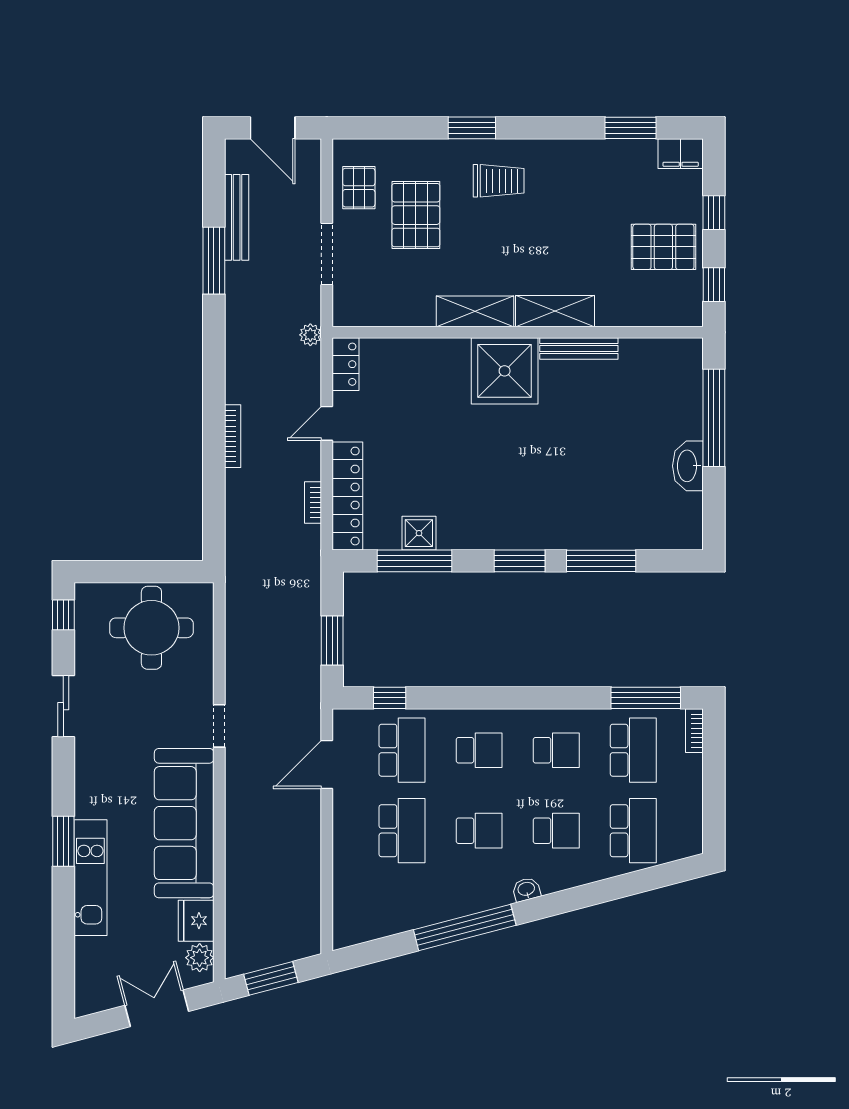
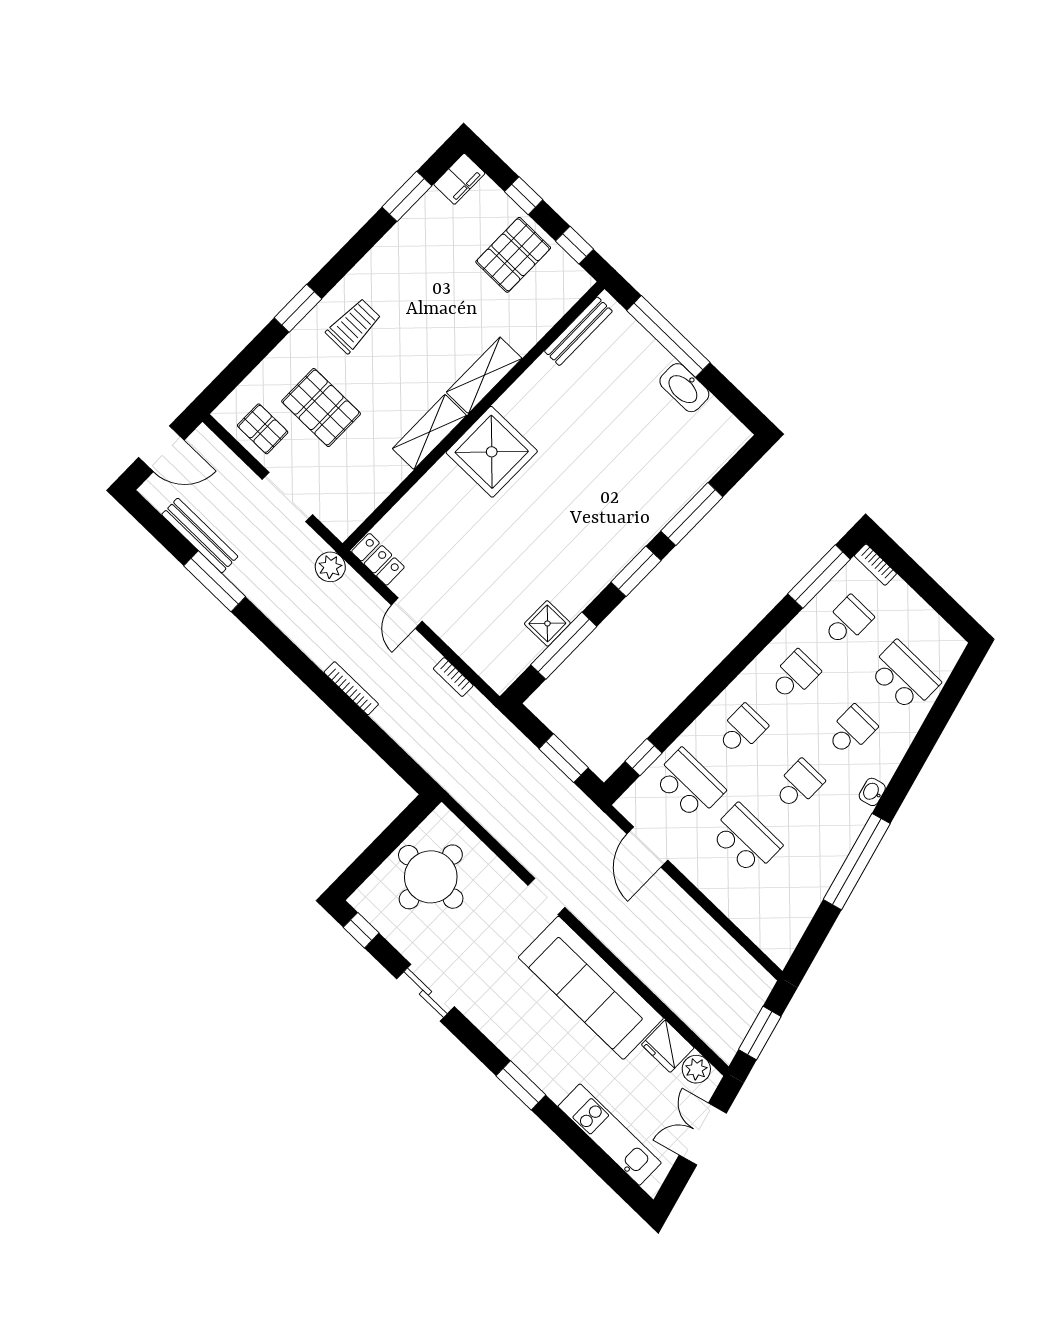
plant: (310, 335) -> (330, 567), width x1.38, depth x1.38
bench: (579, 349) -> (578, 331), moved
locker: (347, 496) -> (472, 648), removed
school desk: (633, 750) -> (847, 621), width x0.54
kitchen unit: (90, 878) -> (610, 1135), moved

